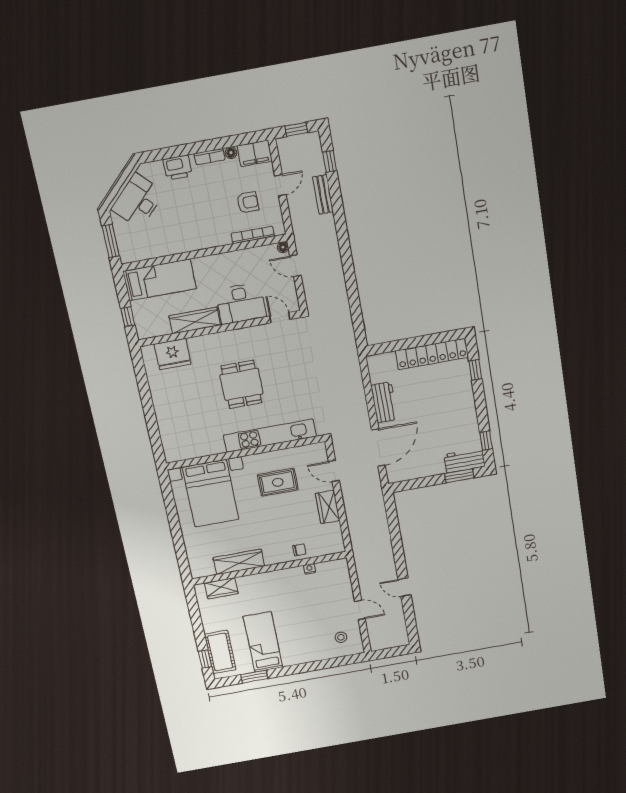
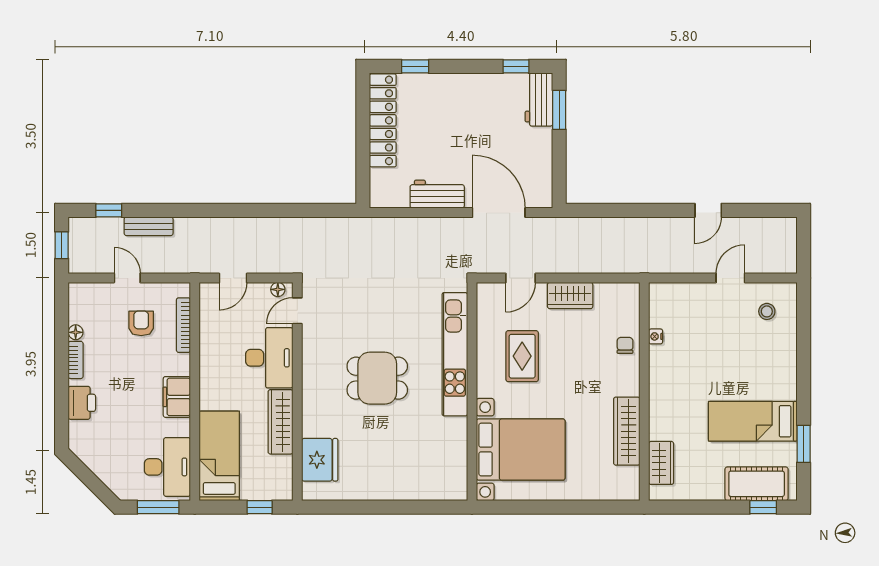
filing cabinet: (255, 153) -> (177, 397), moved, turned 180
desk: (138, 201) -> (167, 467), moved, turned -135
floor lamp: (283, 247) -> (278, 289), moved

